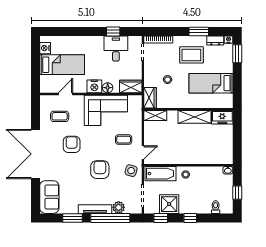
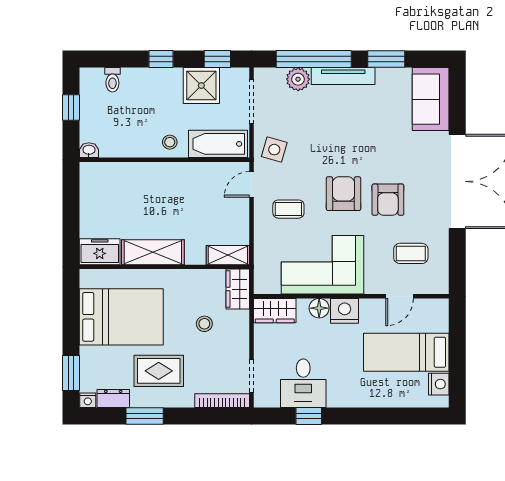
bed: (211, 83) -> (121, 317), width x1.50
armchair: (100, 170) -> (343, 194), moved, turned 180

